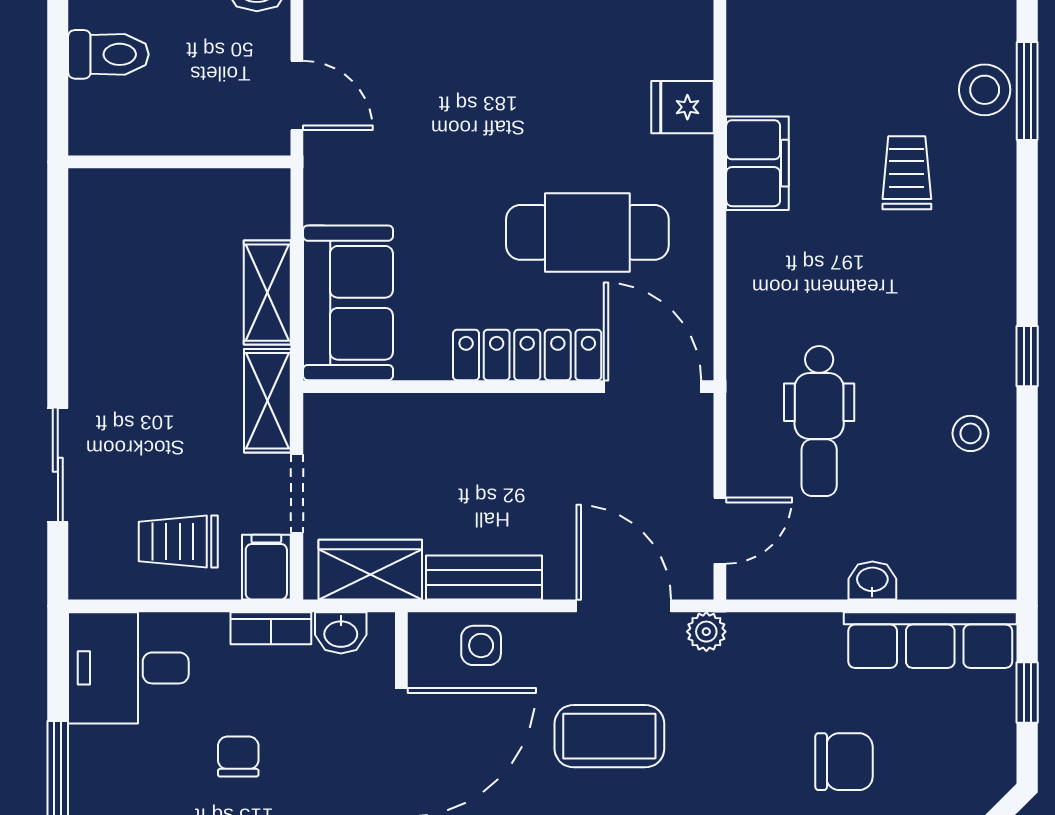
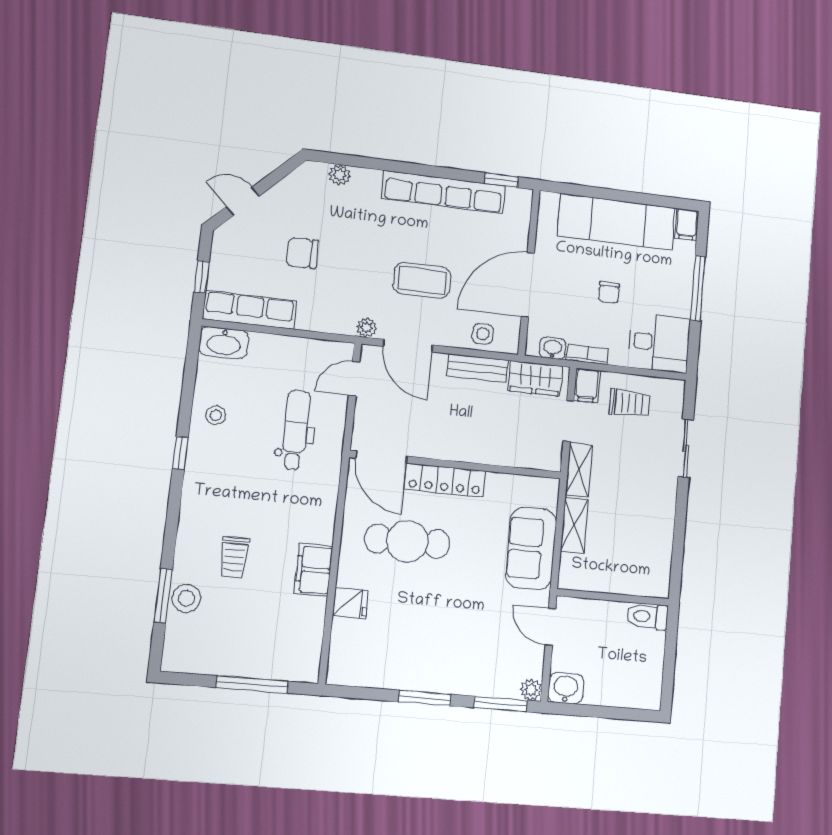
toilet: (108, 54) -> (647, 616), moved
sofa: (348, 303) -> (531, 548), moved
washbasin: (872, 580) -> (224, 343), moved, width x1.91, depth x1.45

